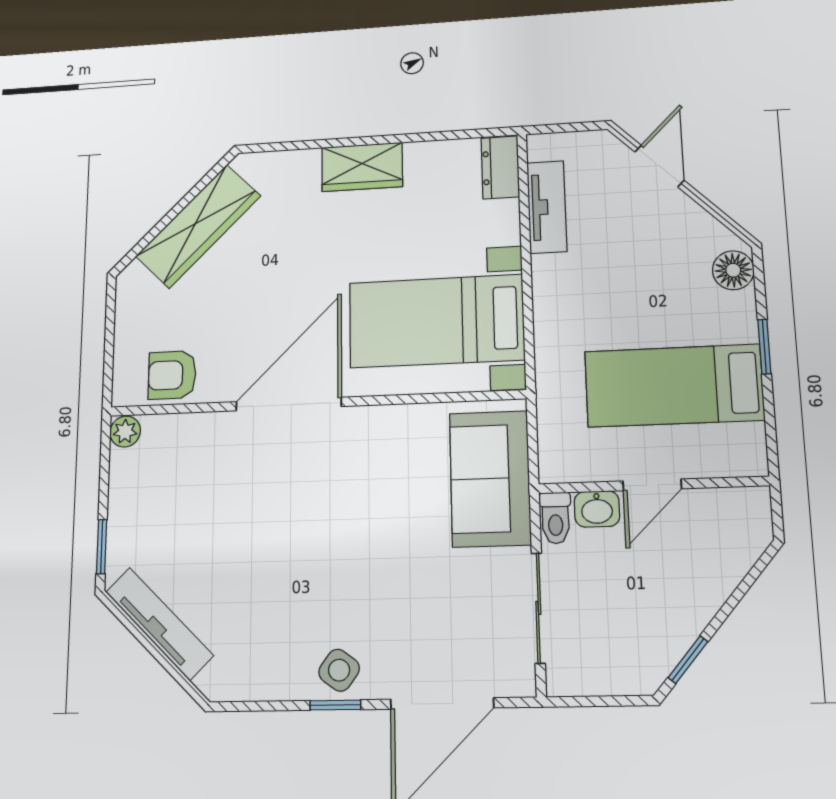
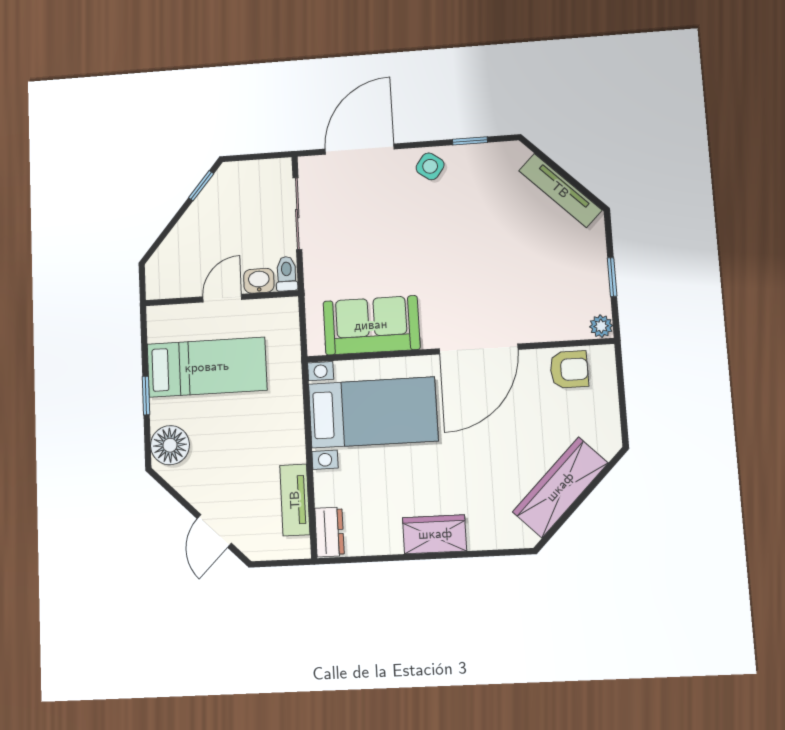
floor lamp: (733, 270) -> (170, 445), width x1.38, depth x1.38
sofa: (490, 479) -> (371, 325), moved, turned -90
window: (102, 547) -> (612, 277), moved
window: (335, 705) -> (470, 141), moved

